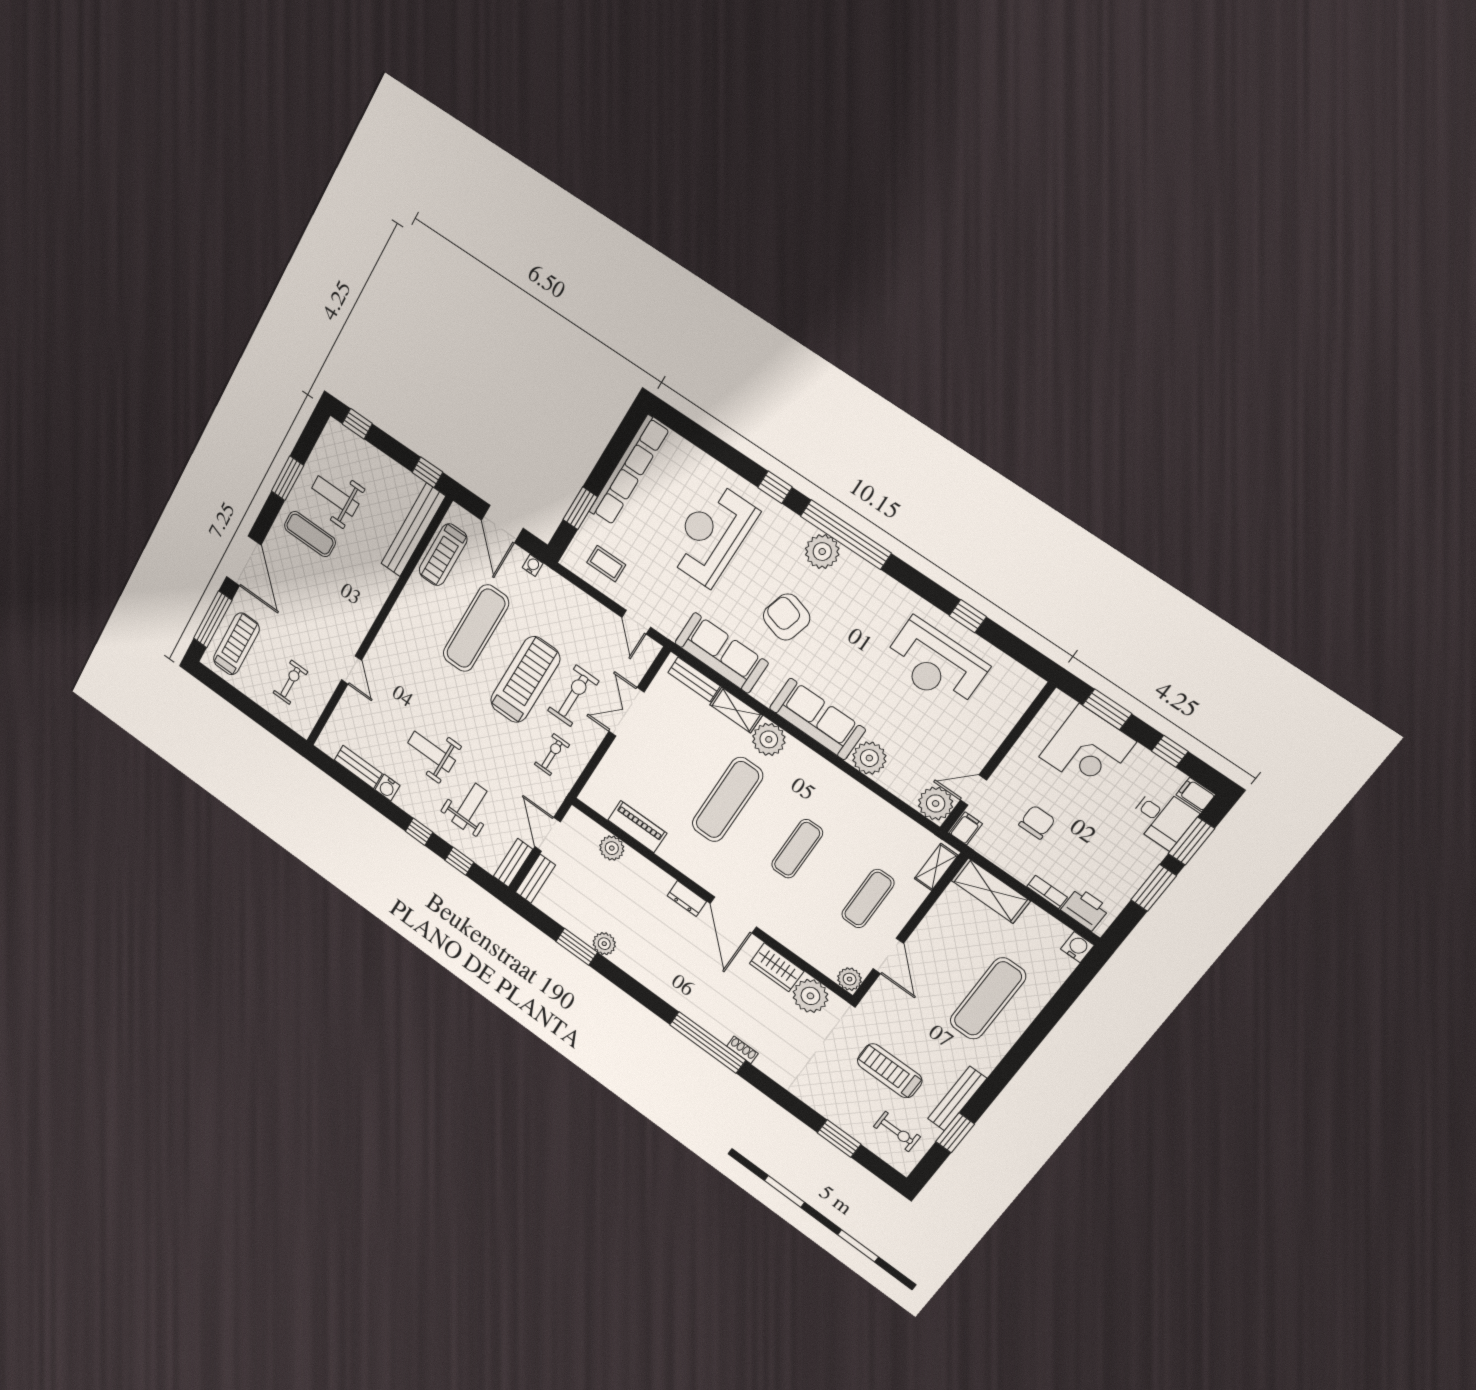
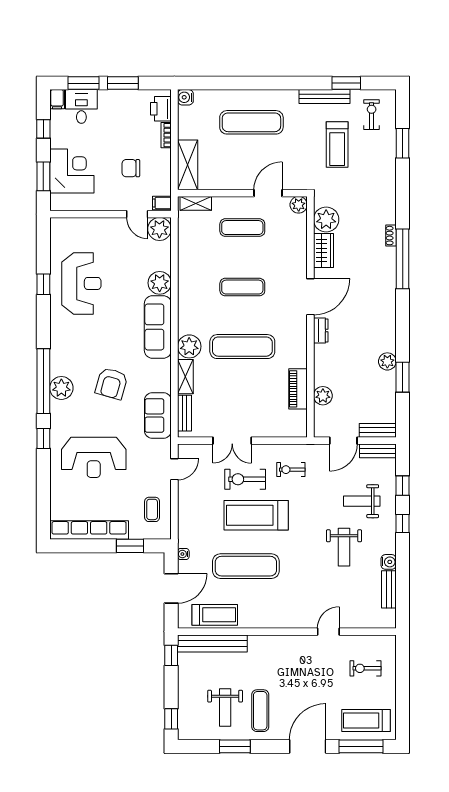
sofa: (721, 653) -> (158, 415), width x0.73

